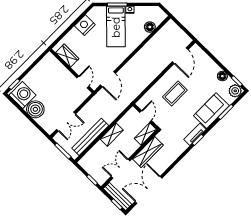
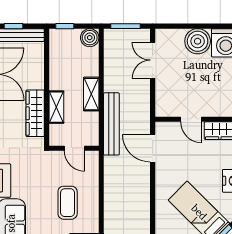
door: (83, 82) -> (191, 119), moved
shelving: (145, 134) -> (56, 107), moved
bench: (90, 137) -> (111, 124), moved
boiler: (86, 162) -> (90, 38), added
double door: (121, 169) -> (47, 67), removed

